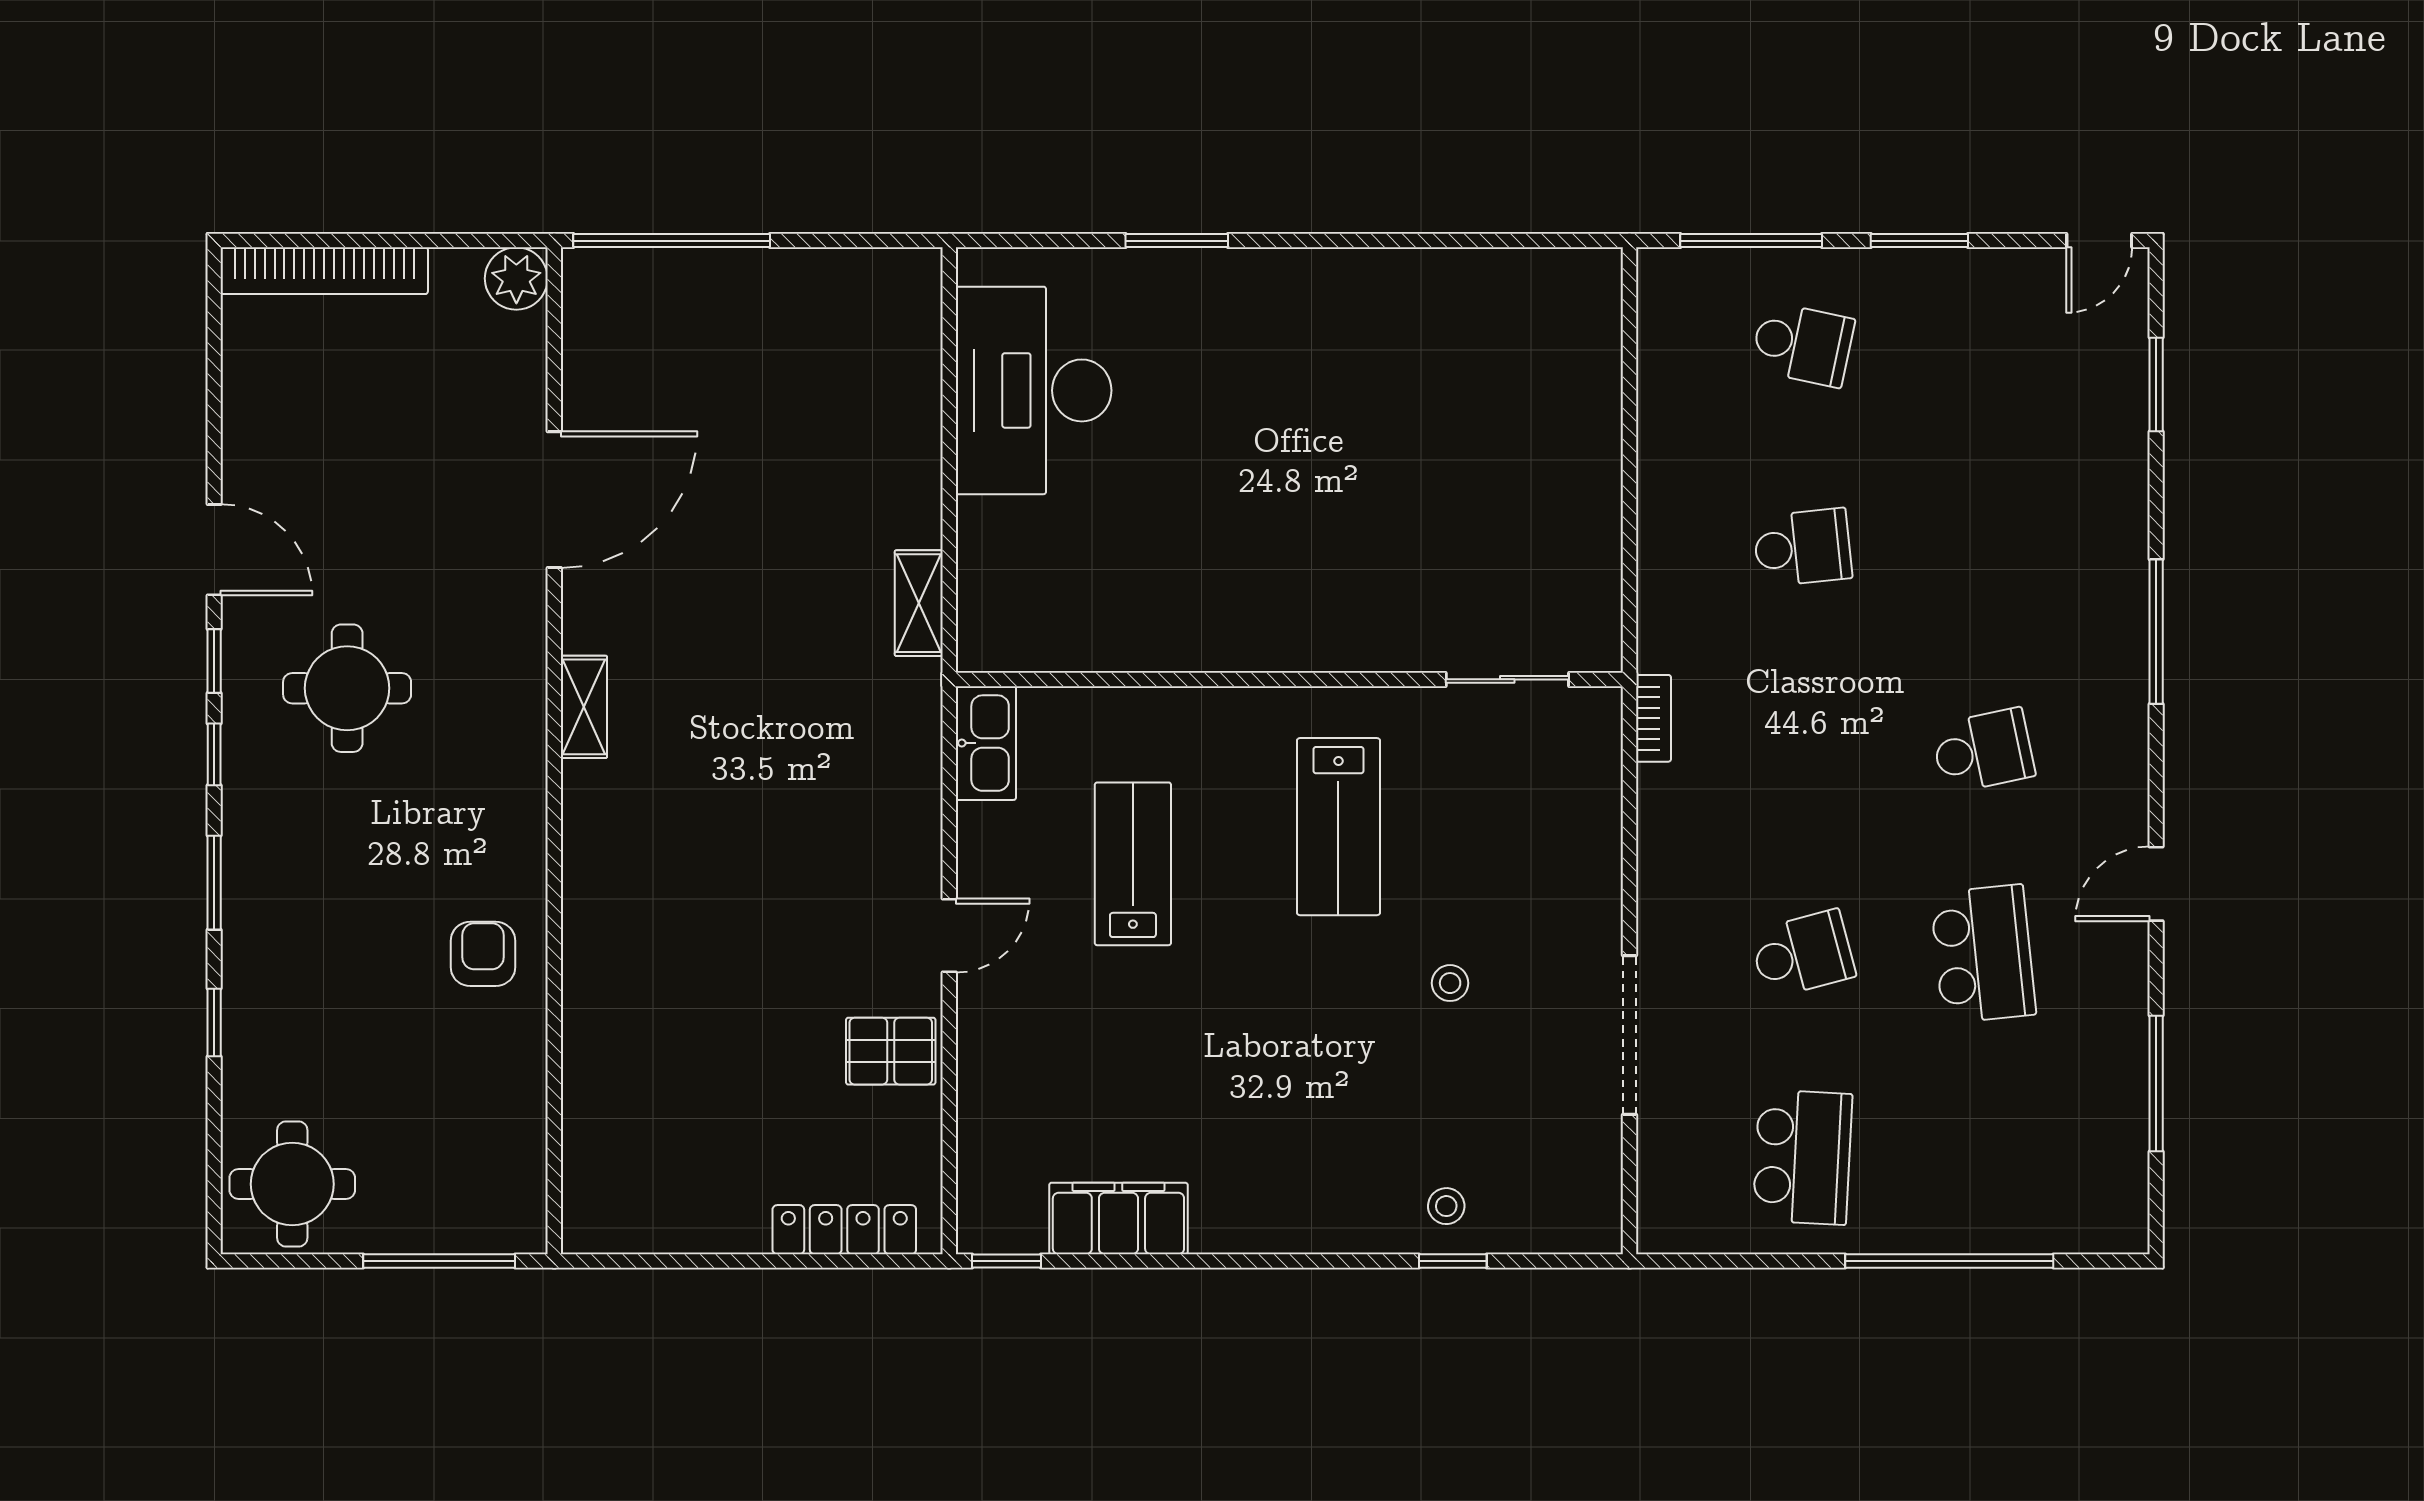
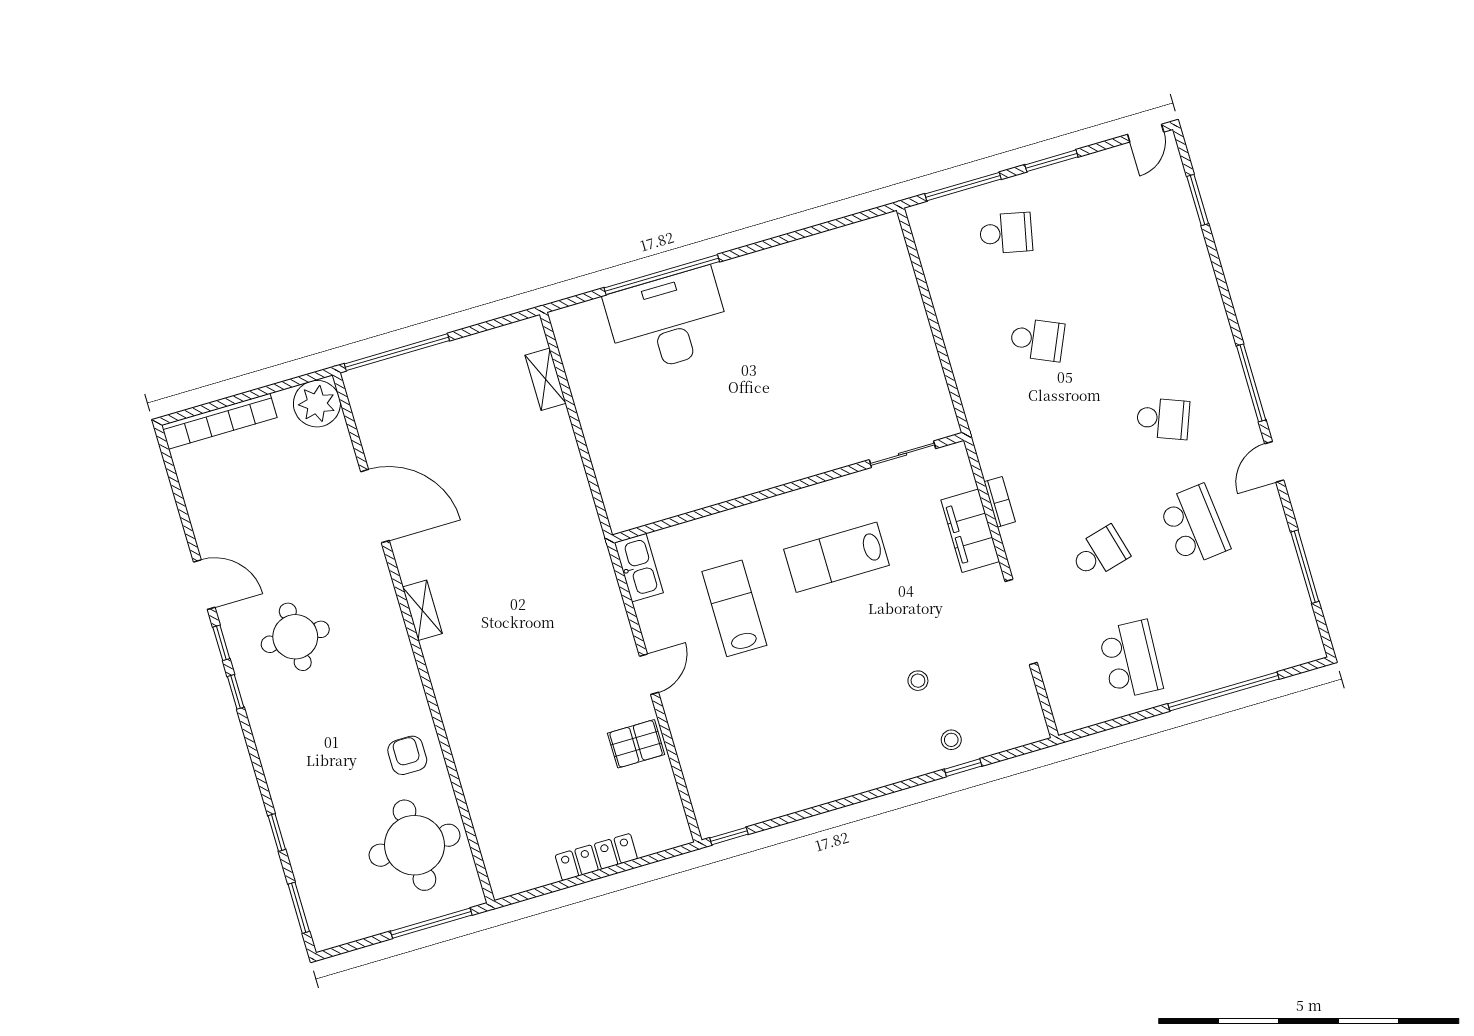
window: (1177, 241) -> (662, 275), width x2.11
plant: (516, 278) -> (317, 404), width x1.36, depth x1.36
desk: (1034, 390) -> (668, 321), moved, turned 90
door: (554, 500) -> (375, 506), hinge flipped
school desk: (1803, 548) -> (1037, 340), turned 30
shelving: (919, 603) -> (545, 379), moved
window: (2156, 632) -> (1251, 383), moved
bookcase: (1653, 718) -> (1000, 502), moved
school desk: (1983, 751) -> (1163, 419), turned 33
lab bench: (1338, 827) -> (837, 557), turned 90
window: (214, 883) -> (299, 908), moved
stool: (1450, 983) -> (918, 681), moved
round table: (292, 1184) -> (414, 845), moved, width x1.36, depth x1.36
filing cabinet: (1118, 1218) -> (970, 531), moved, turned -90
locker: (844, 1230) -> (596, 857), moved

